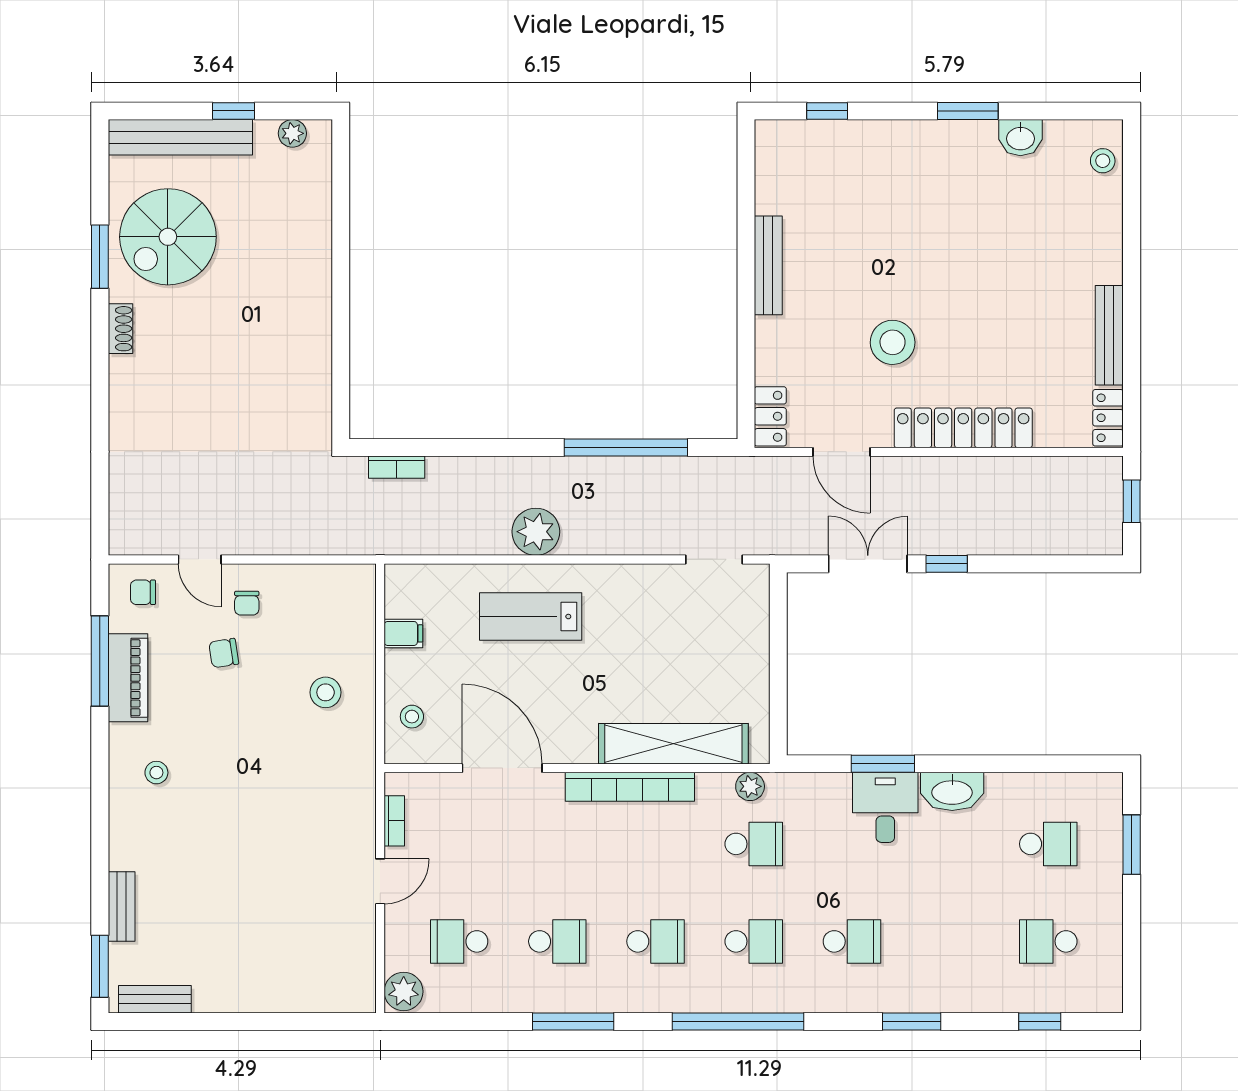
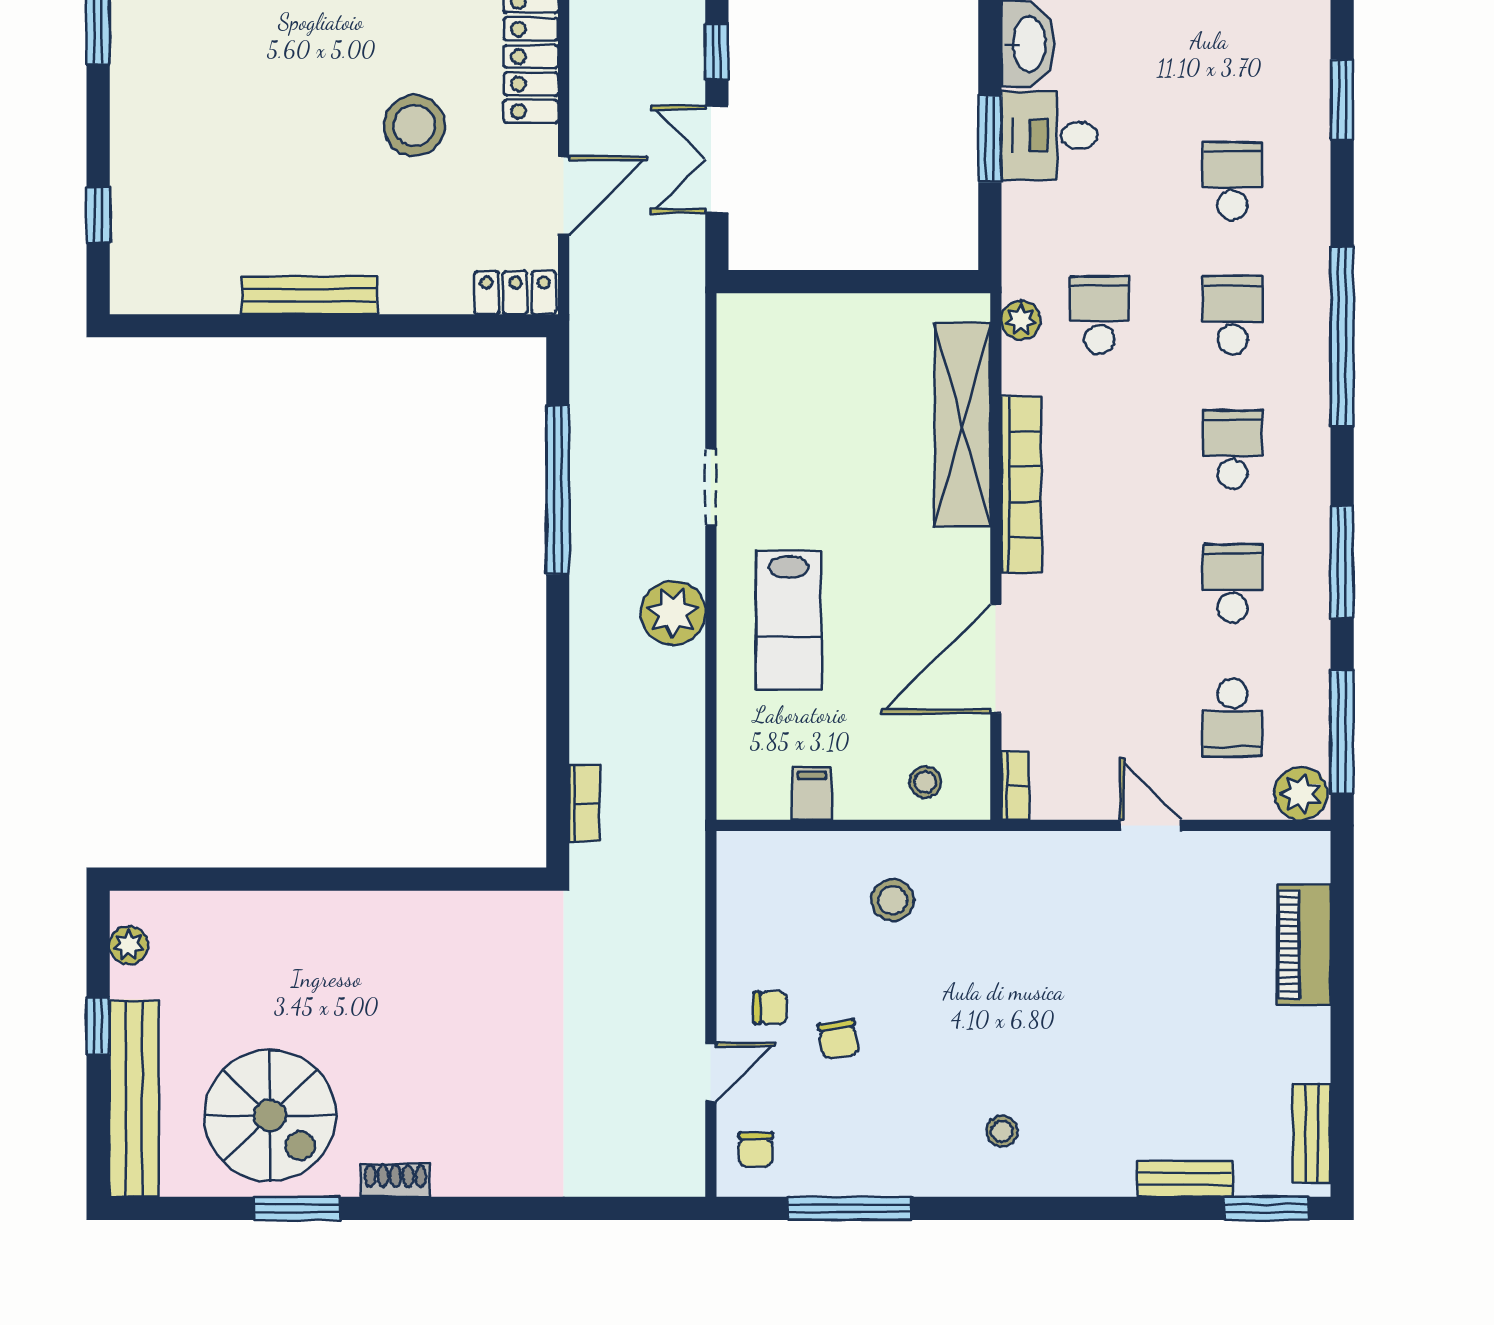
doorway: (714, 559) -> (711, 487), moved
piano: (128, 678) -> (1304, 945), moved, turned -90
bookcase: (394, 821) -> (1015, 786), moved, turned 90
window: (448, 1022) -> (1342, 732), added

